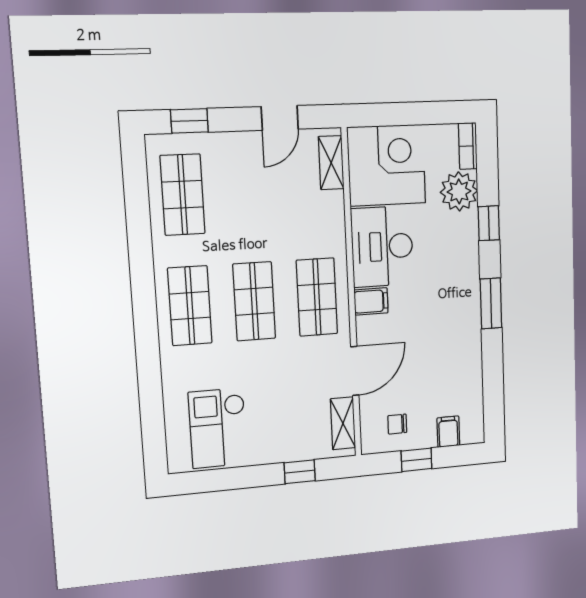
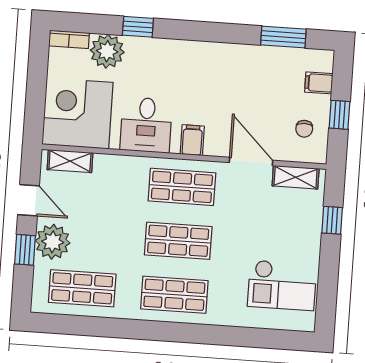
window: (189, 121) -> (25, 250), moved
plant: (234, 152) -> (53, 242), added
desk: (382, 247) -> (146, 125), width x0.73
window: (491, 303) -> (283, 37), moved

